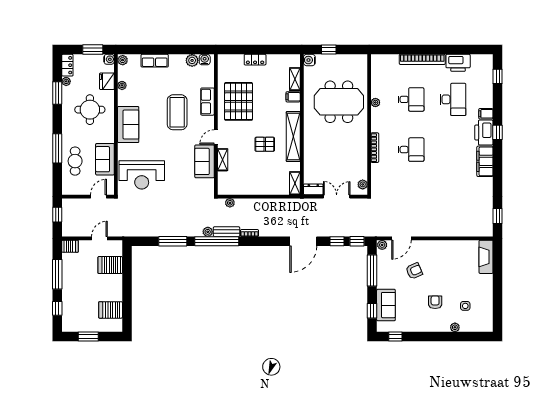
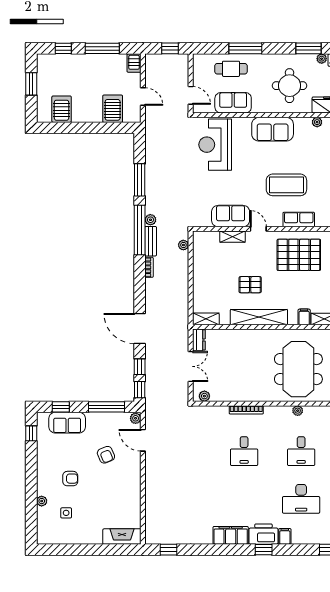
pallet: (265, 144) -> (250, 285), turned 90

